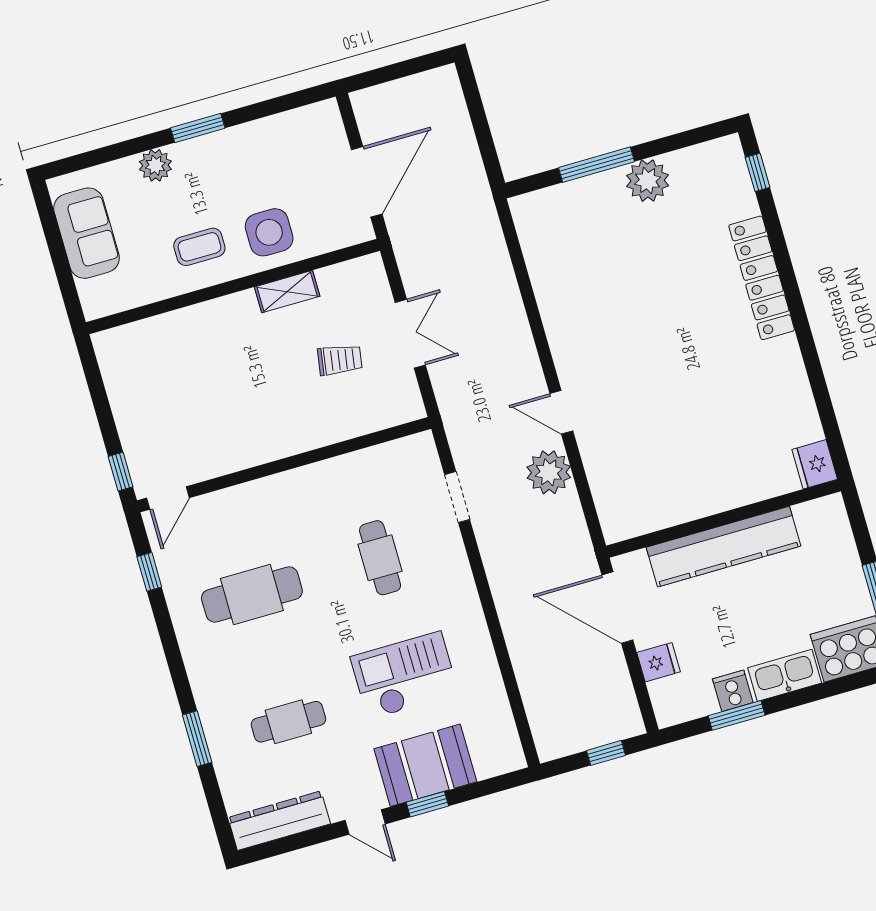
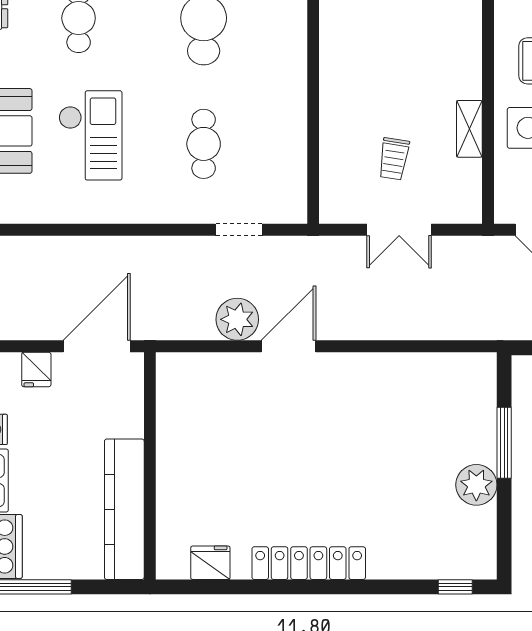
locker: (762, 278) -> (309, 563), moved
door: (561, 412) -> (289, 346), width x1.38
fridge: (815, 464) -> (210, 563), moved
kitchen counter: (724, 547) -> (124, 509), moved
cafe table: (380, 558) -> (204, 144), turned 90

